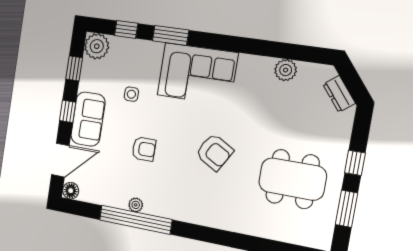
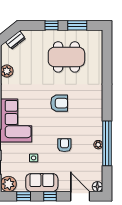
sofa: (88, 119) -> (42, 183), moved
armchair: (214, 152) -> (59, 103), turned 60
dining table: (292, 179) -> (66, 57), turned 90

